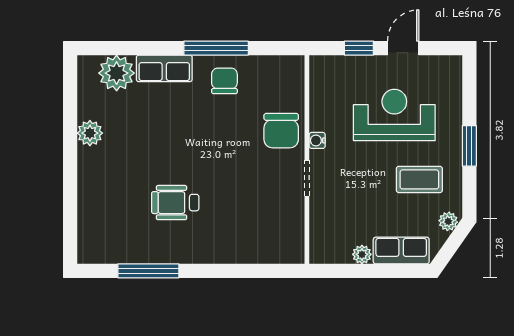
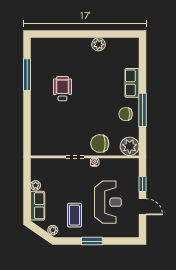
plant: (117, 73) -> (130, 146), moved
chair: (224, 81) -> (126, 114), turned 180

